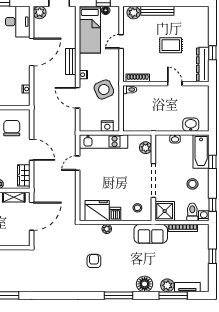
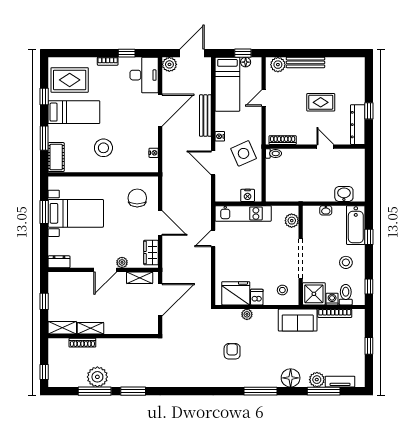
bench: (71, 61) -> (205, 116), width x1.36
washing machine: (204, 216) -> (332, 299), moved

